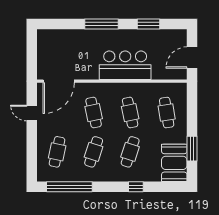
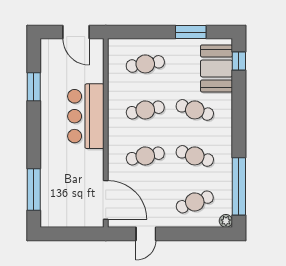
window: (102, 24) -> (34, 190), moved
cafe table: (57, 152) -> (195, 202), turned -33
booth: (174, 163) -> (216, 68), moved, turned 90
plant: (42, 177) -> (226, 221), added
window: (136, 187) -> (239, 61), moved

